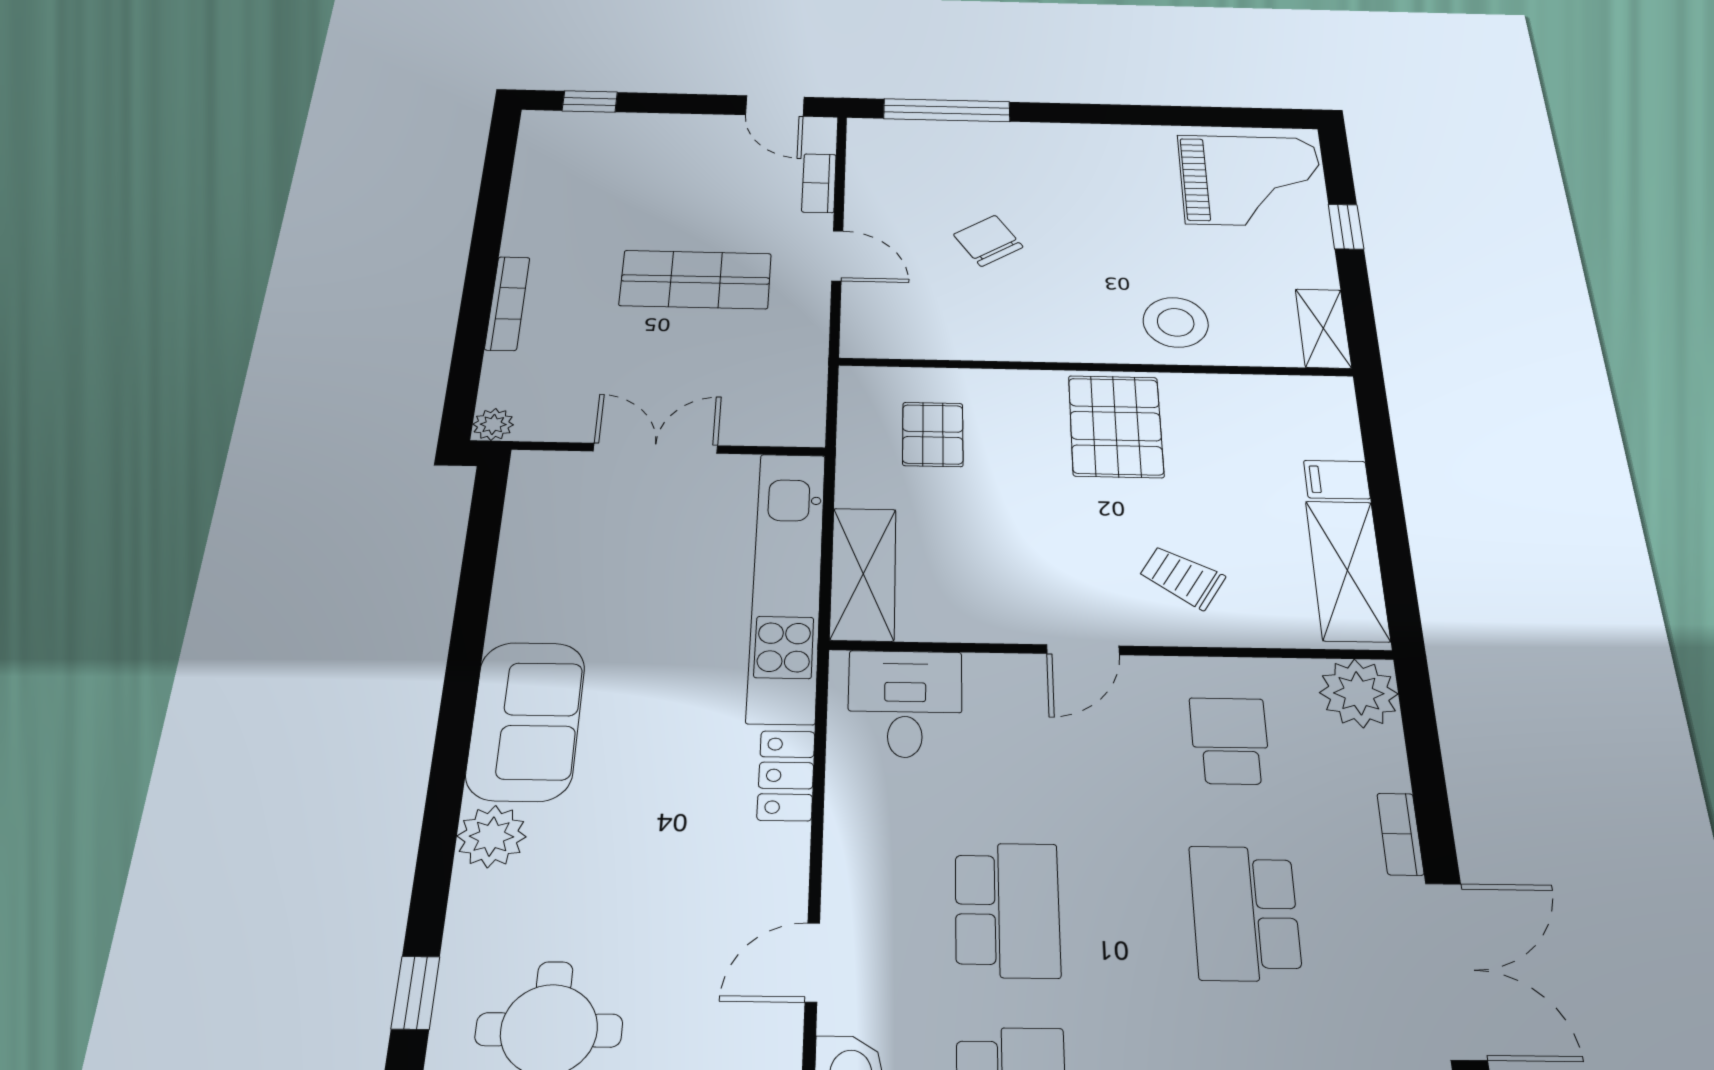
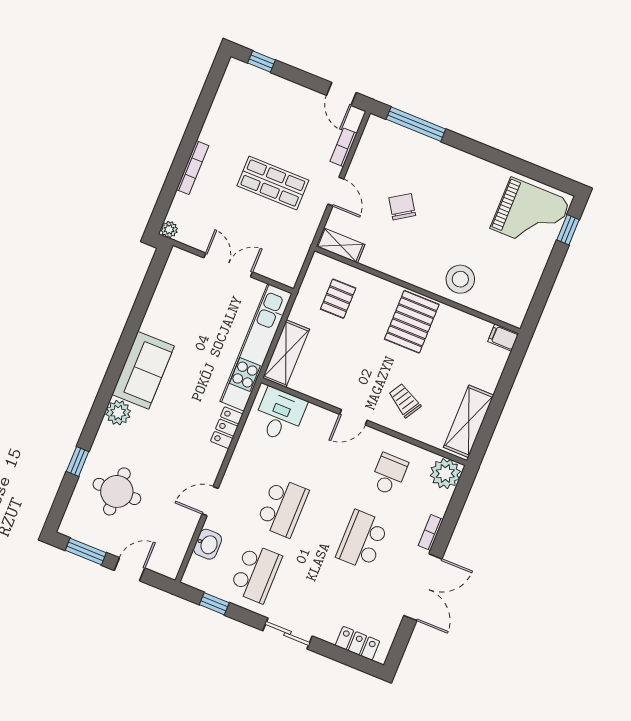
window: (1346, 227) -> (568, 230), moved
shelving: (1323, 328) -> (340, 245), moved, turned 90
filing cabinet: (1337, 480) -> (503, 338), moved

